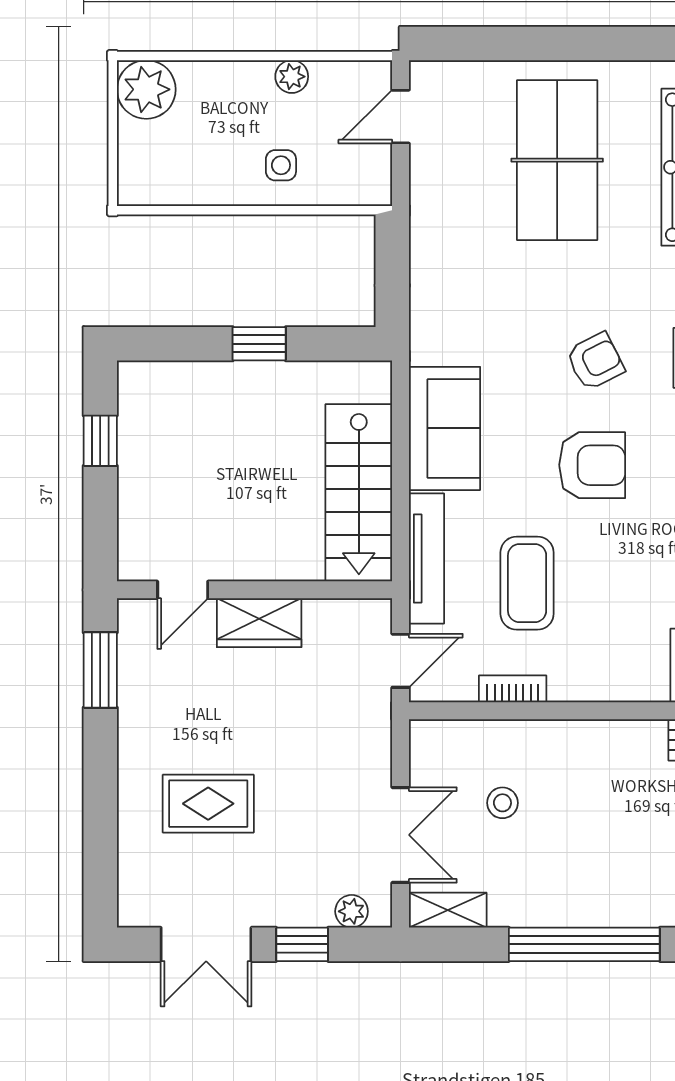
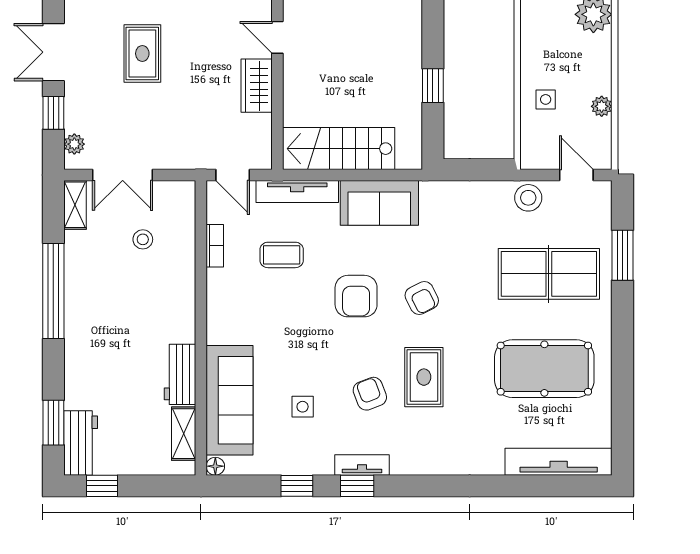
window: (528, 43) -> (623, 255), added
stool: (437, 193) -> (528, 198), added
coffee table: (527, 583) -> (282, 255), width x0.73, depth x0.77

